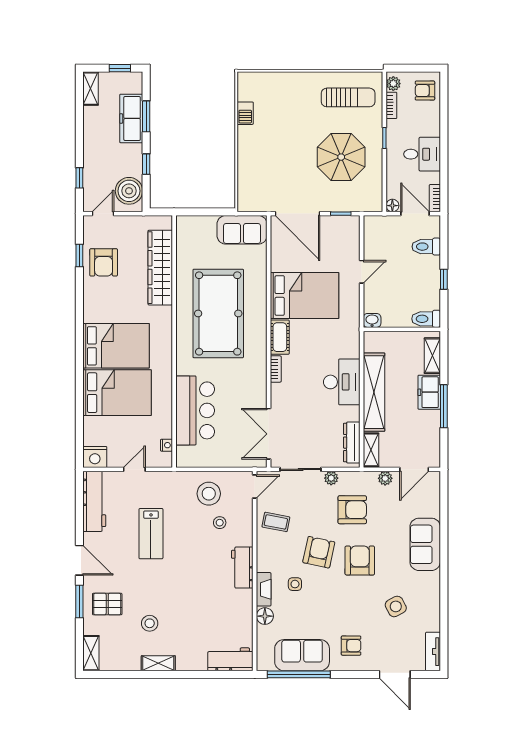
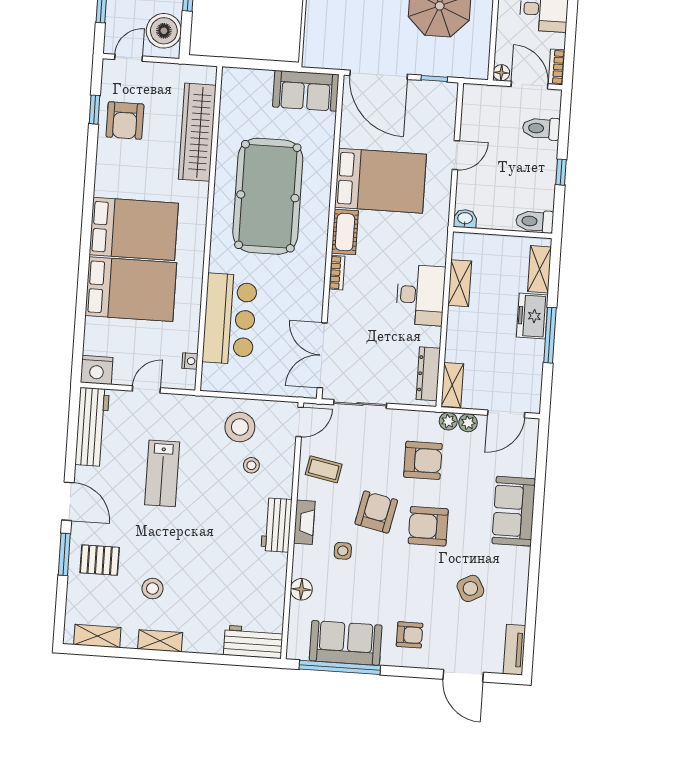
shelving: (374, 392) -> (460, 283), width x0.45, depth x0.75
plant: (331, 478) -> (448, 421), moved
armchair: (360, 560) -> (428, 526), turned -90
fireplace: (264, 589) -> (304, 522), moved
shelving: (91, 653) -> (97, 636), moved, turned 90

